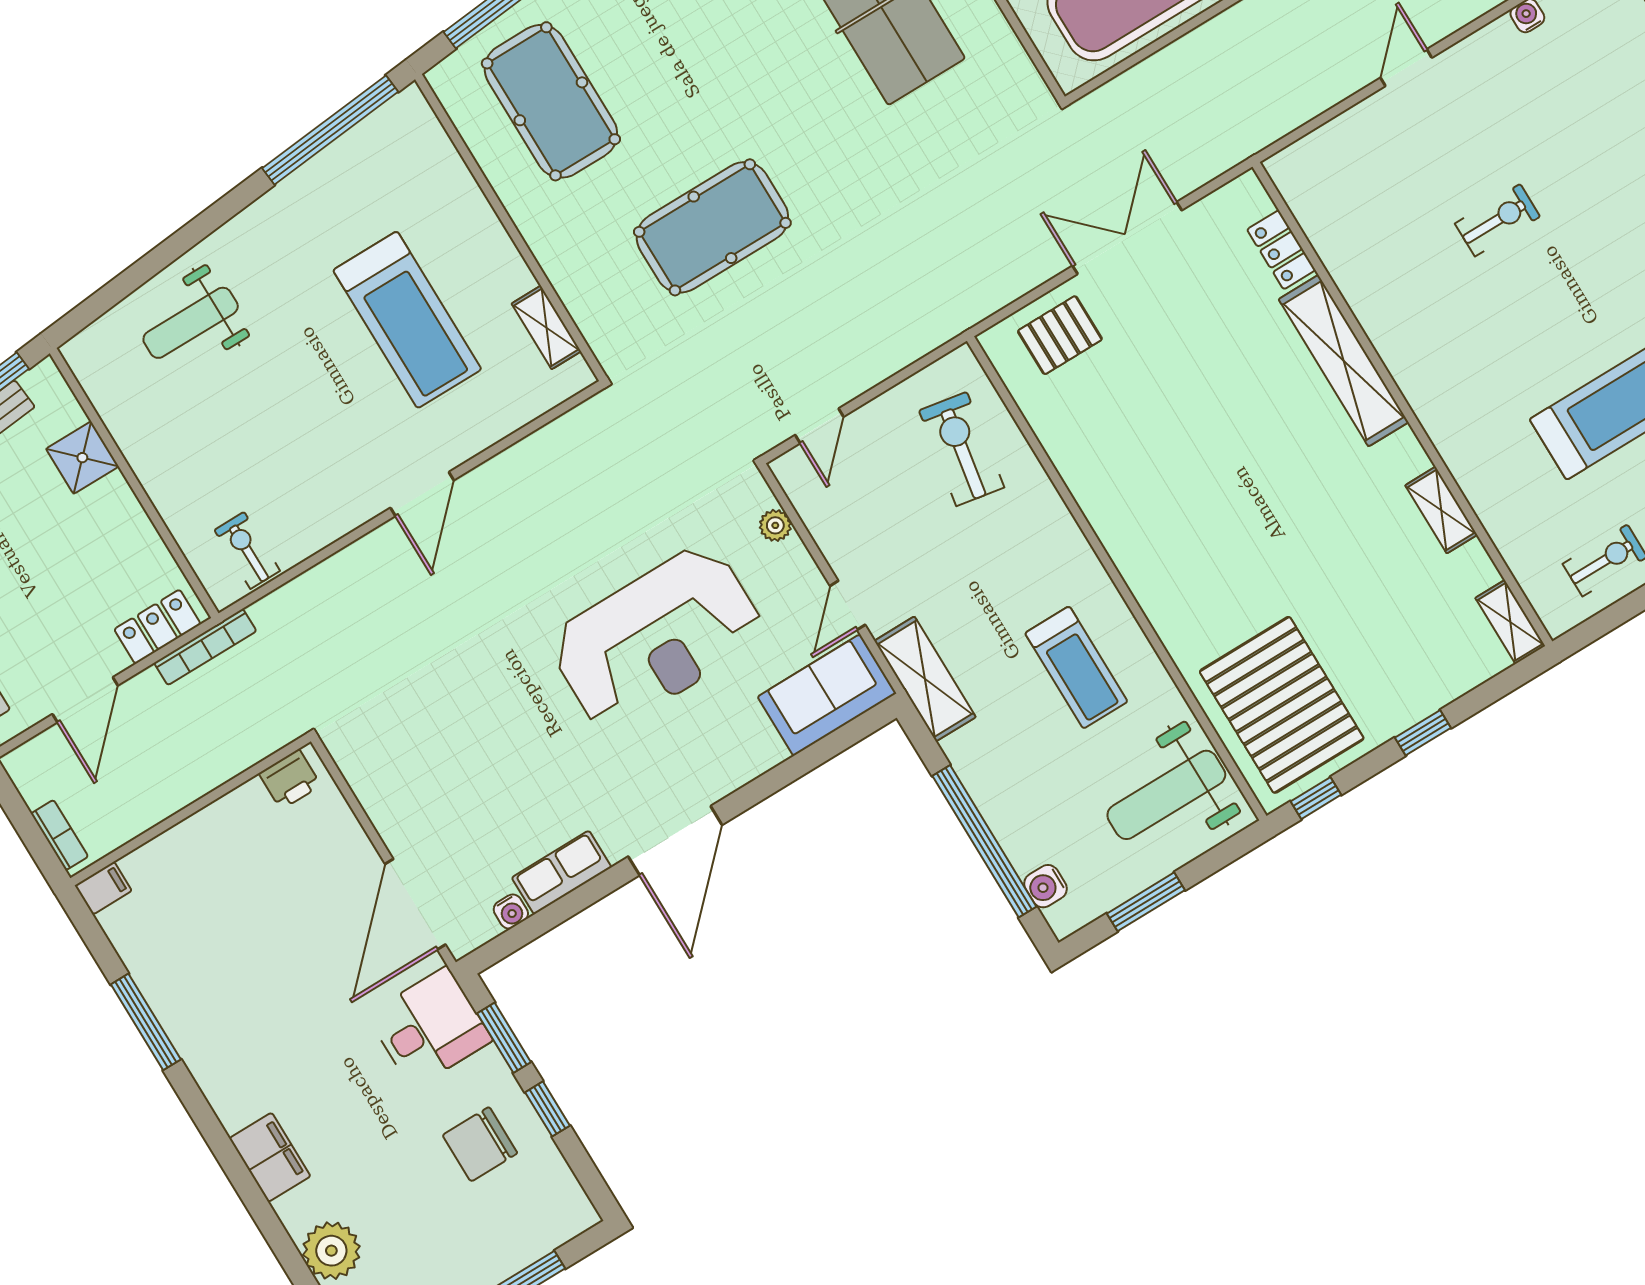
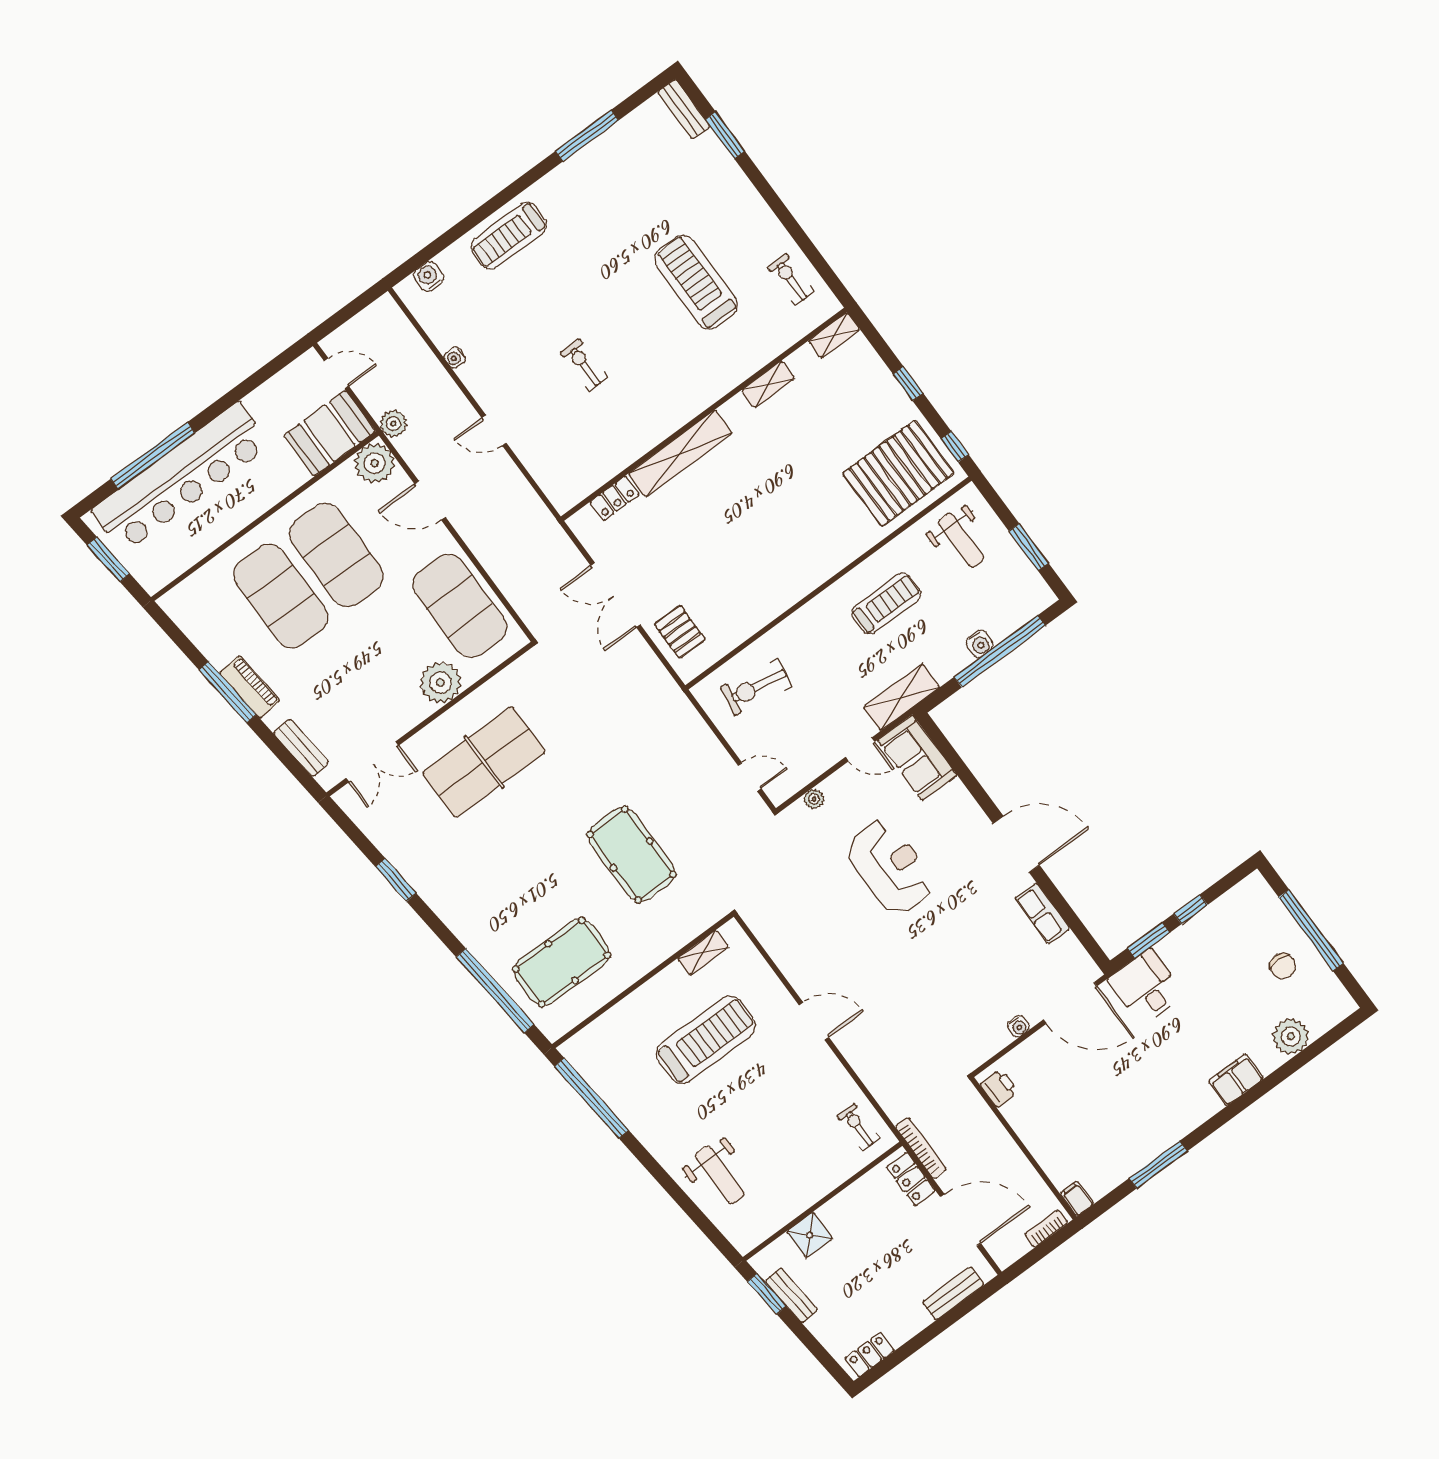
exercise bike: (247, 550) -> (858, 1127), turned 90
reception desk: (656, 637) -> (890, 867), width x0.74, depth x0.77
door: (85, 700) -> (961, 1220), width x1.36
weight bench: (1166, 795) -> (961, 540), width x0.73, depth x0.75
water cooler: (1045, 886) -> (980, 644), moved
water cooler: (511, 911) -> (1018, 1026), moved, turned 90
chair: (480, 1144) -> (1283, 966), moved, width x0.73, depth x0.73

